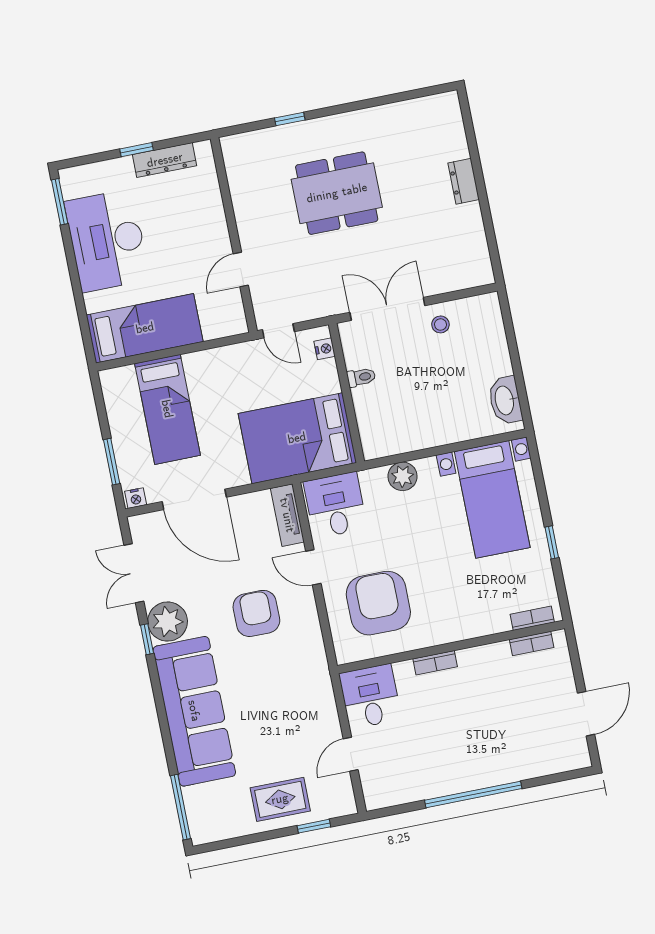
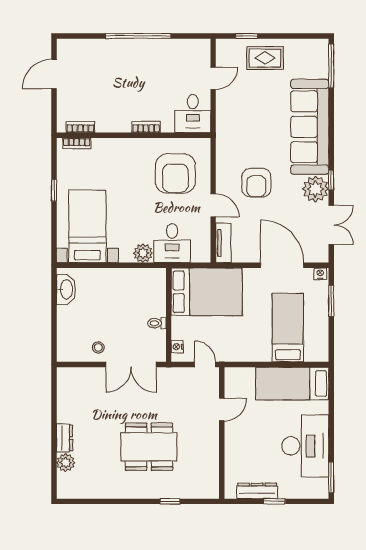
plant: (455, 145) -> (66, 463), added
desk: (335, 505) -> (172, 243), moved

